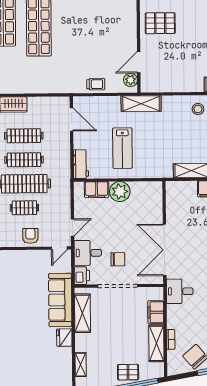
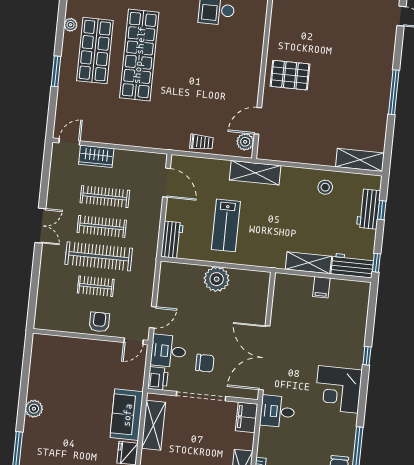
filing cabinet: (97, 190) -> (188, 274), removed
sofa: (60, 300) -> (127, 415), width x0.73
filing cabinet: (156, 312) -> (247, 417), moved

